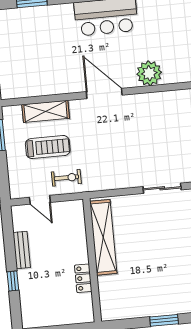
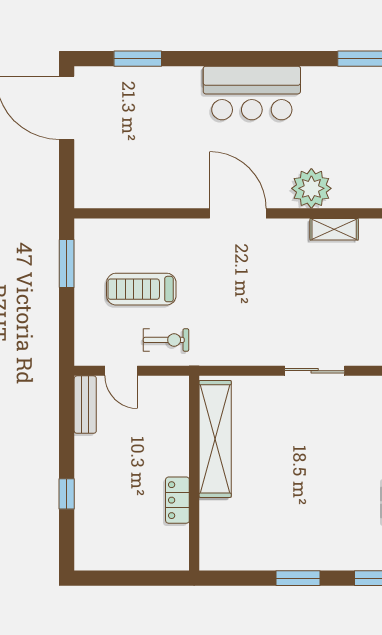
shelving: (46, 111) -> (334, 229), moved, width x0.67, depth x0.75
treadmill: (48, 147) -> (141, 289), turned 180
bench: (22, 250) -> (85, 405), moved

